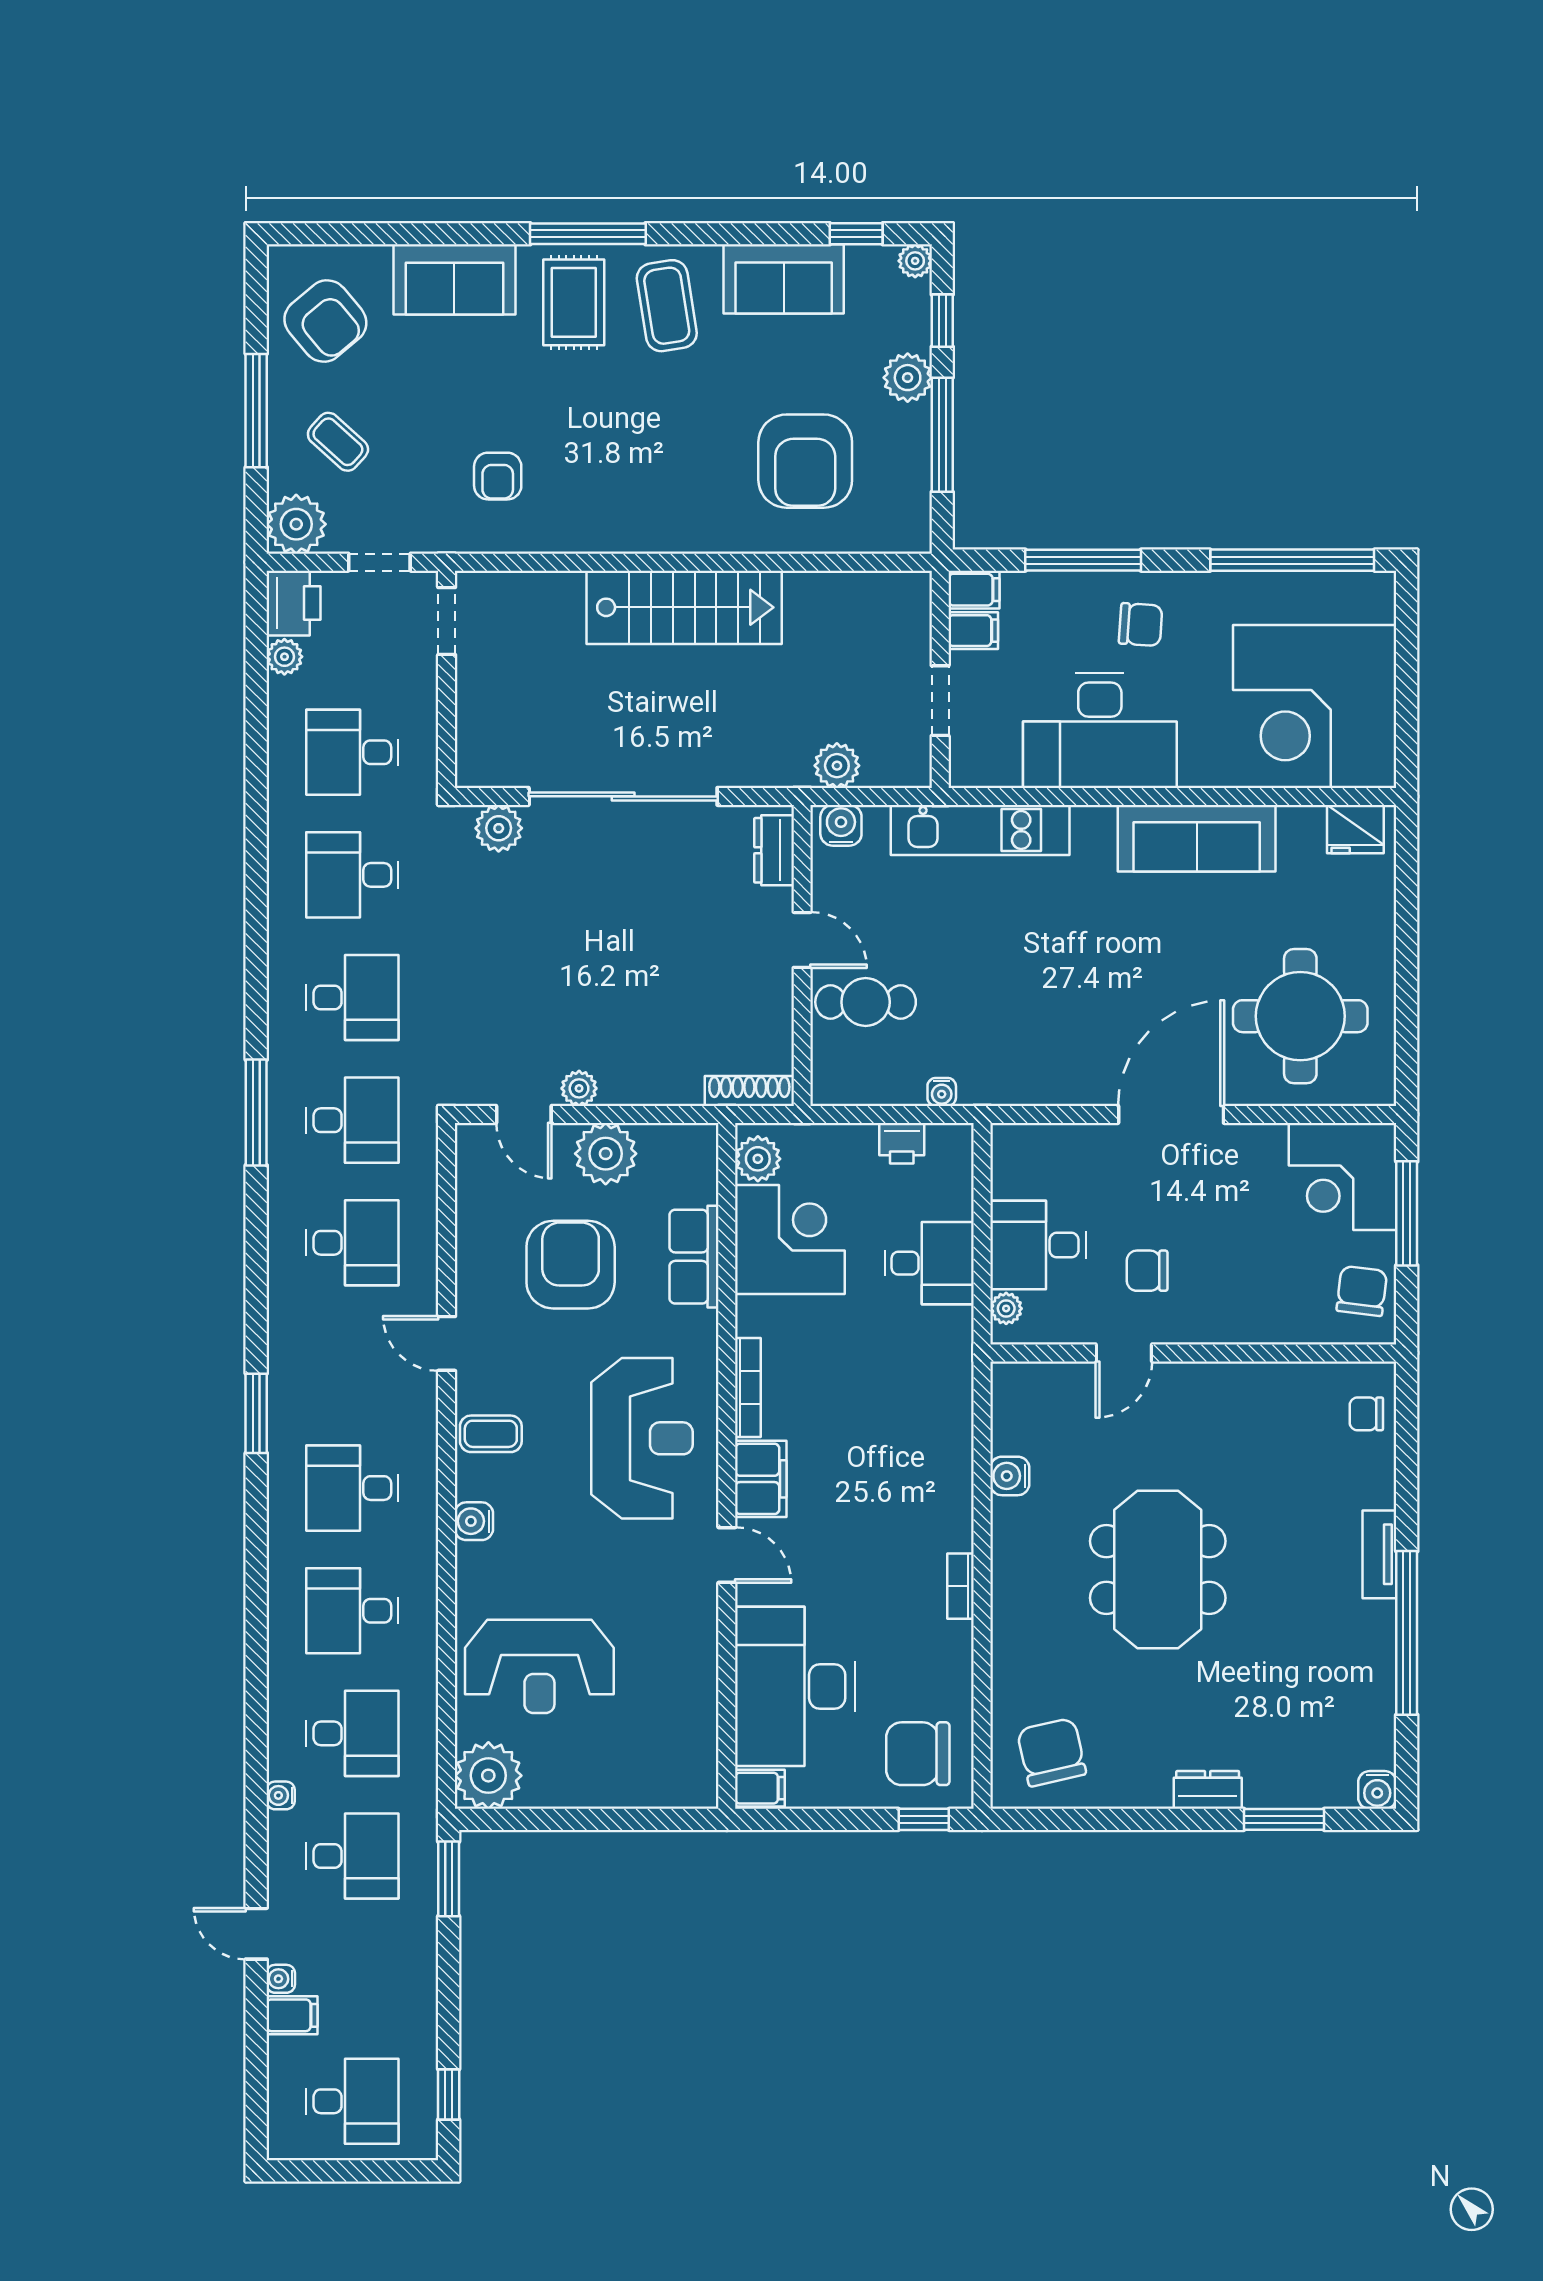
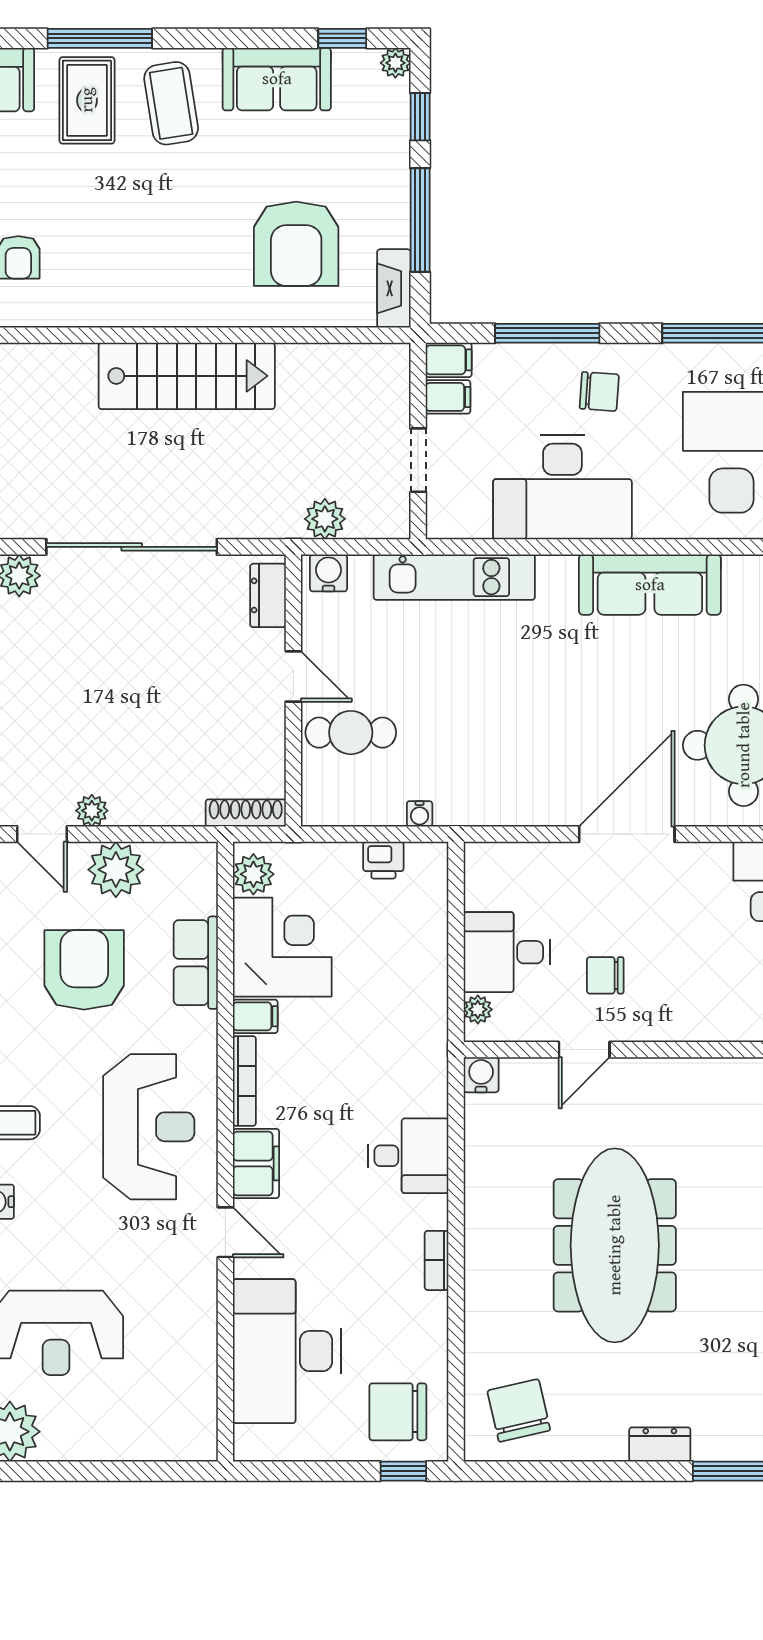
plant: (908, 378) -> (389, 168), removed
fireplace: (913, 510) -> (394, 288), added
desk: (929, 1263) -> (408, 1156), moved
water cooler: (1010, 1476) -> (481, 1075), moved, turned 90
meeting table: (1158, 1570) -> (615, 1245), width x1.36
filing cabinet: (760, 1788) -> (255, 1016), moved

